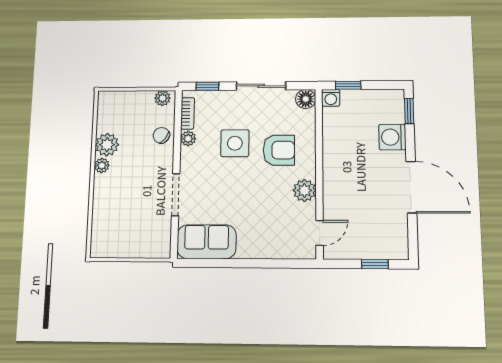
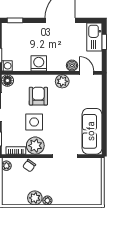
washing machine: (392, 137) -> (39, 63), moved, turned 180
plant: (188, 139) -> (35, 146), width x1.88, depth x1.88
boiler: (332, 207) -> (72, 66), added
sofa: (207, 242) -> (92, 131), width x1.36
kitchen sink: (383, 247) -> (94, 37), added

